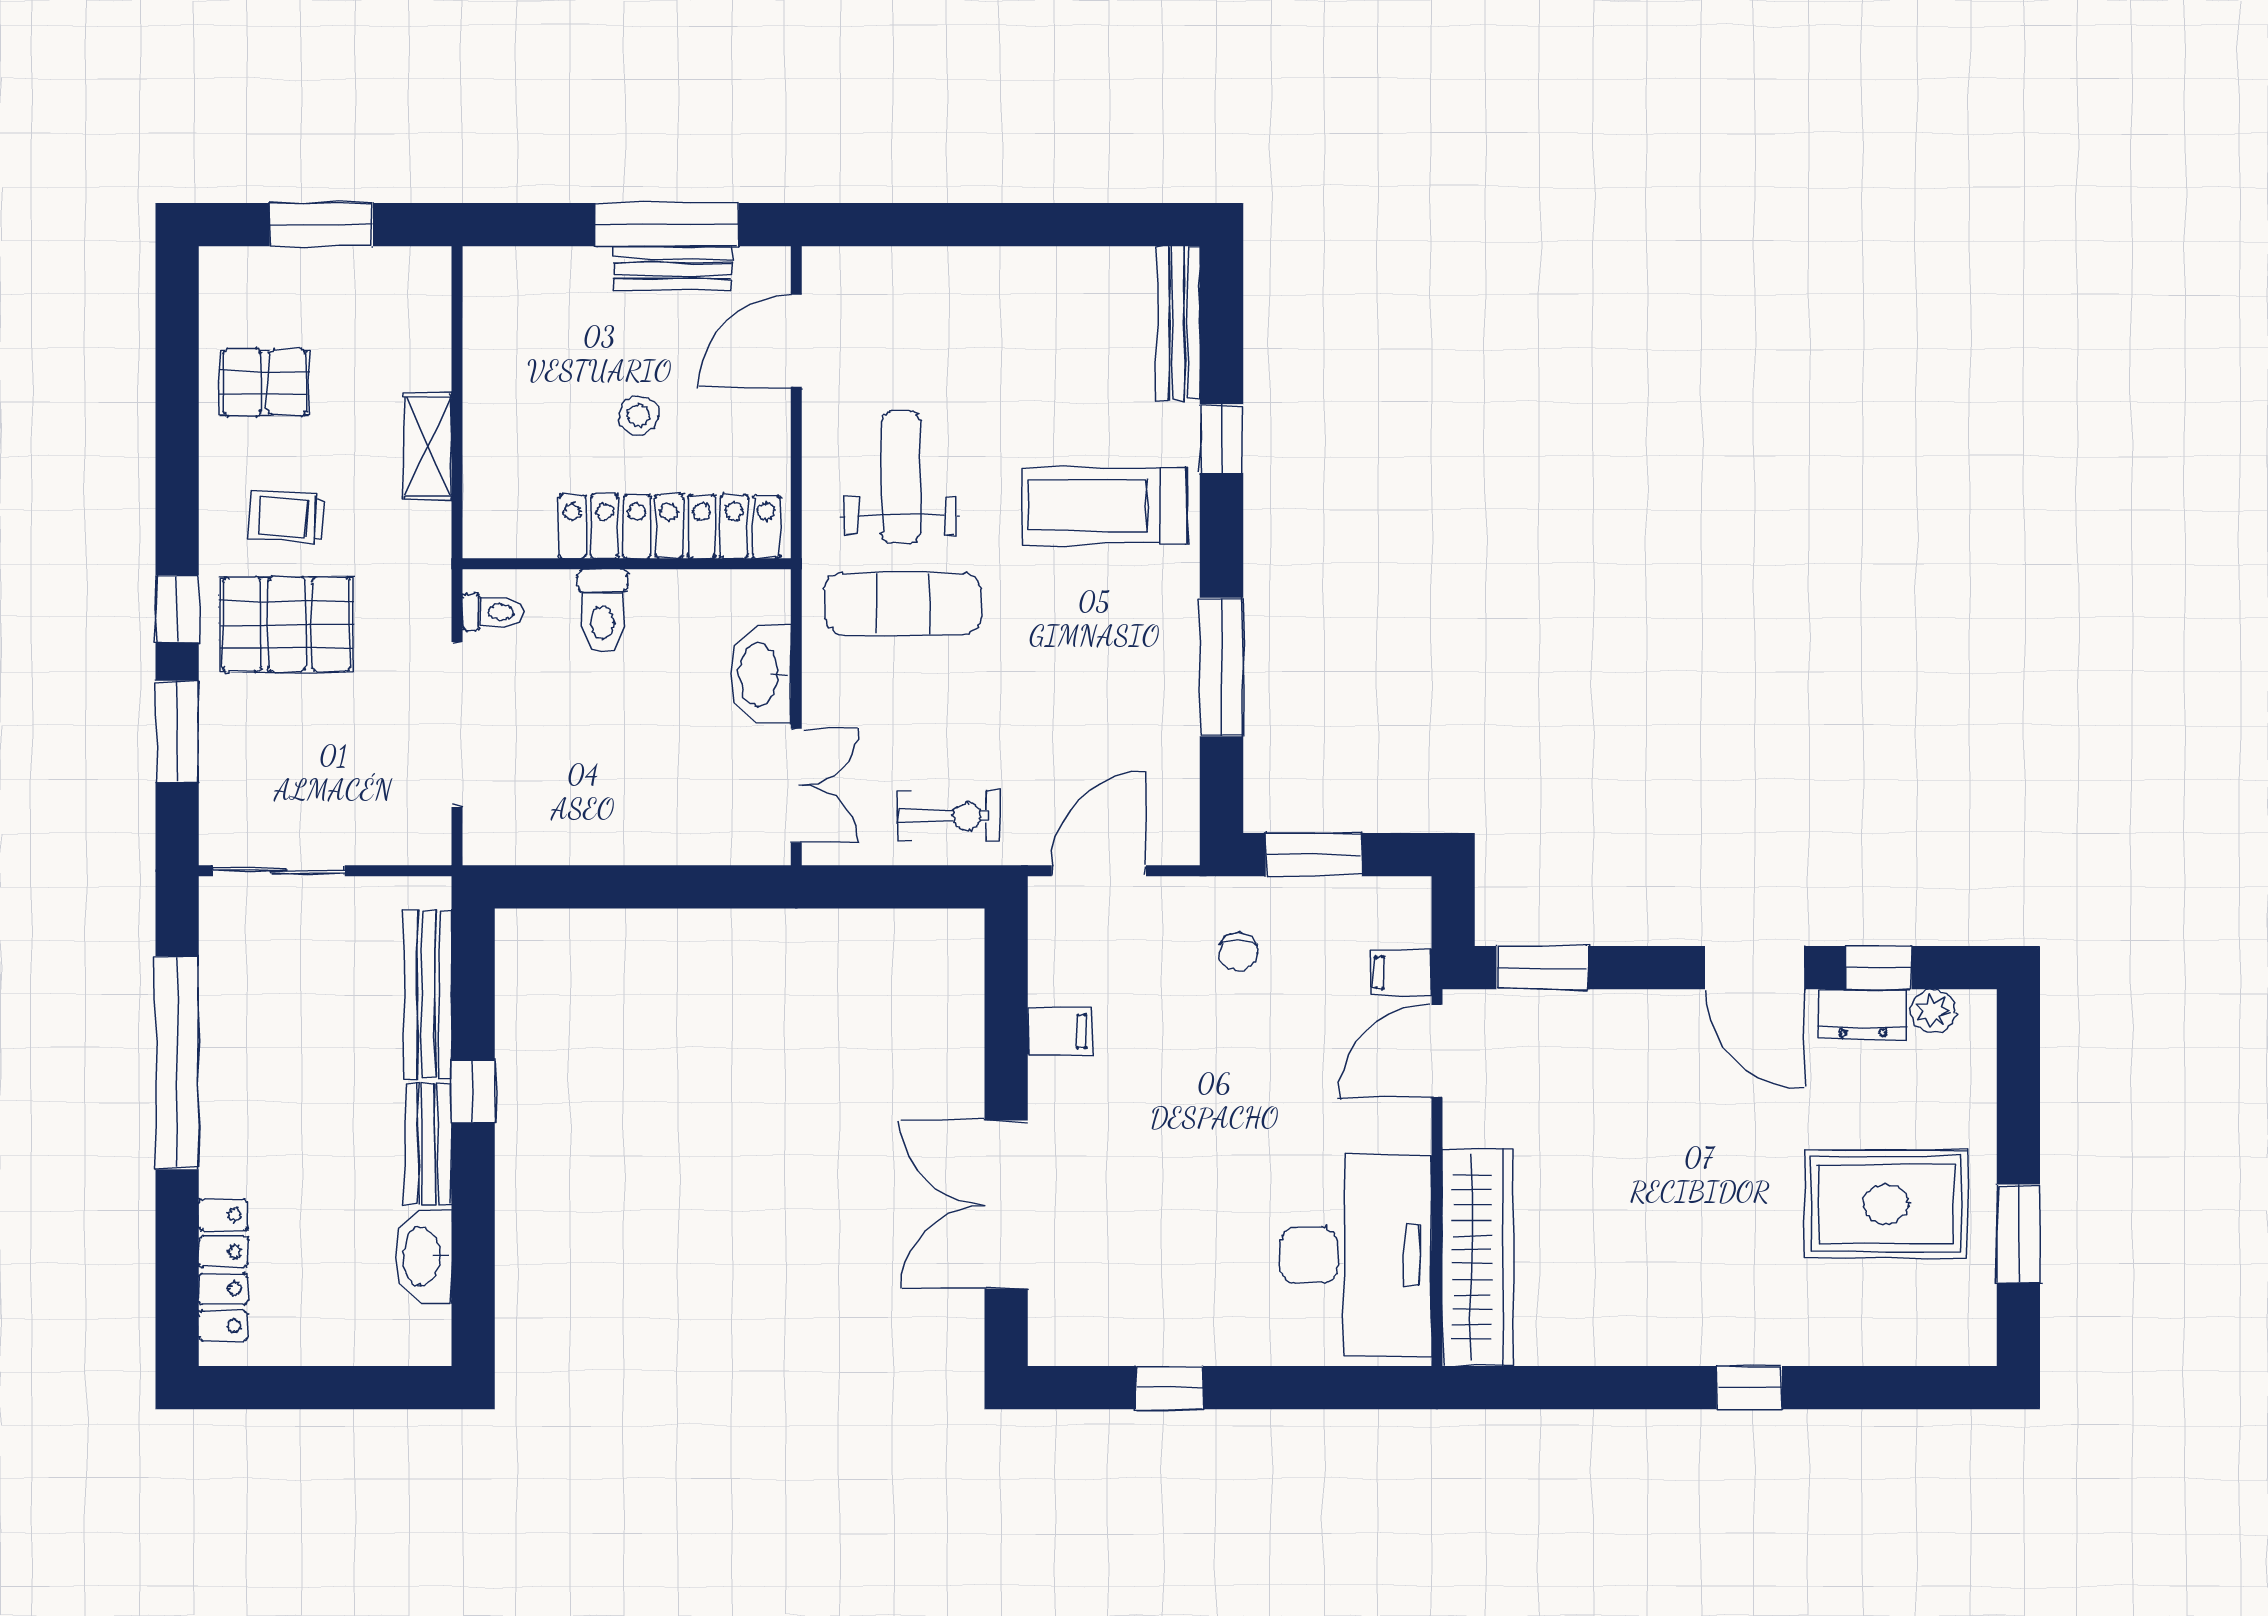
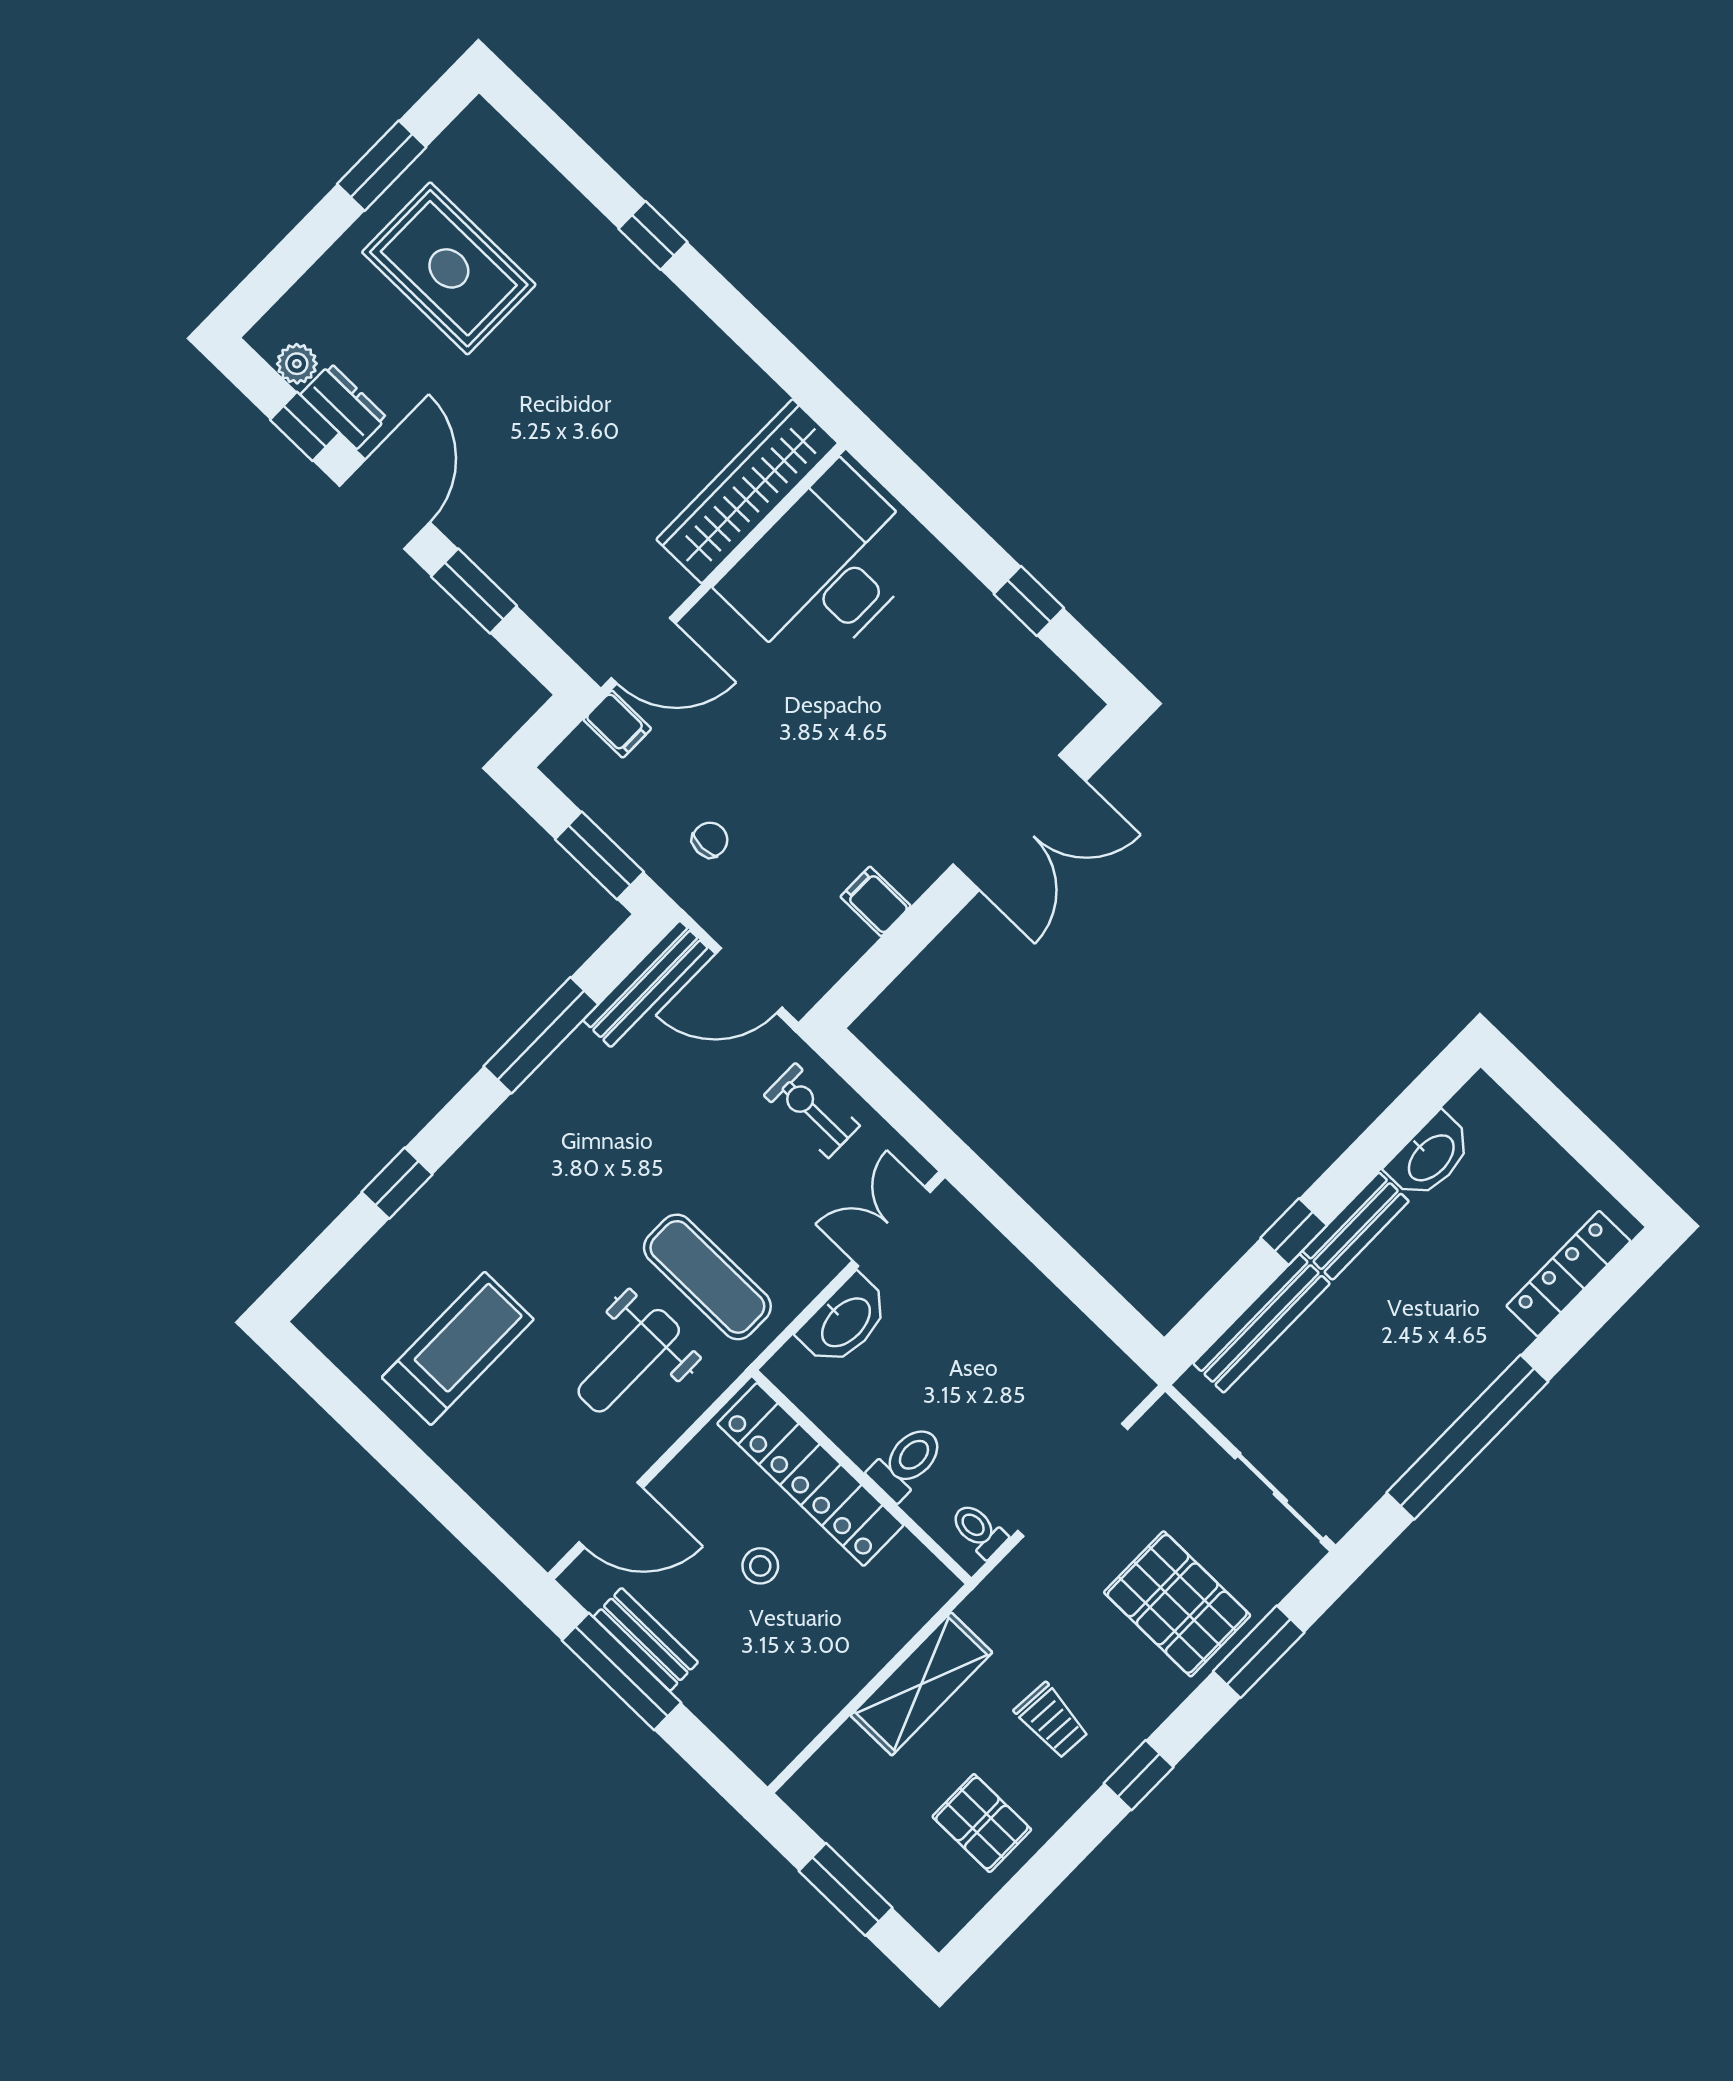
bench: (1178, 323) -> (645, 984), moved
shelving: (428, 446) -> (921, 1684), width x1.50, depth x1.33
treadmill: (1104, 506) -> (458, 1348), moved, turned -90
window: (177, 609) -> (1139, 1775), moved
pallet: (287, 624) -> (1177, 1604), moved
window: (1542, 968) -> (474, 591), moved

